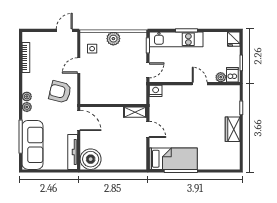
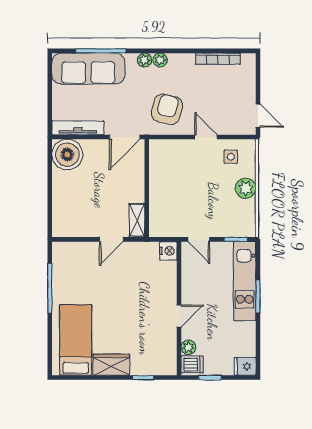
bed: (173, 159) -> (76, 340), moved, turned 180

